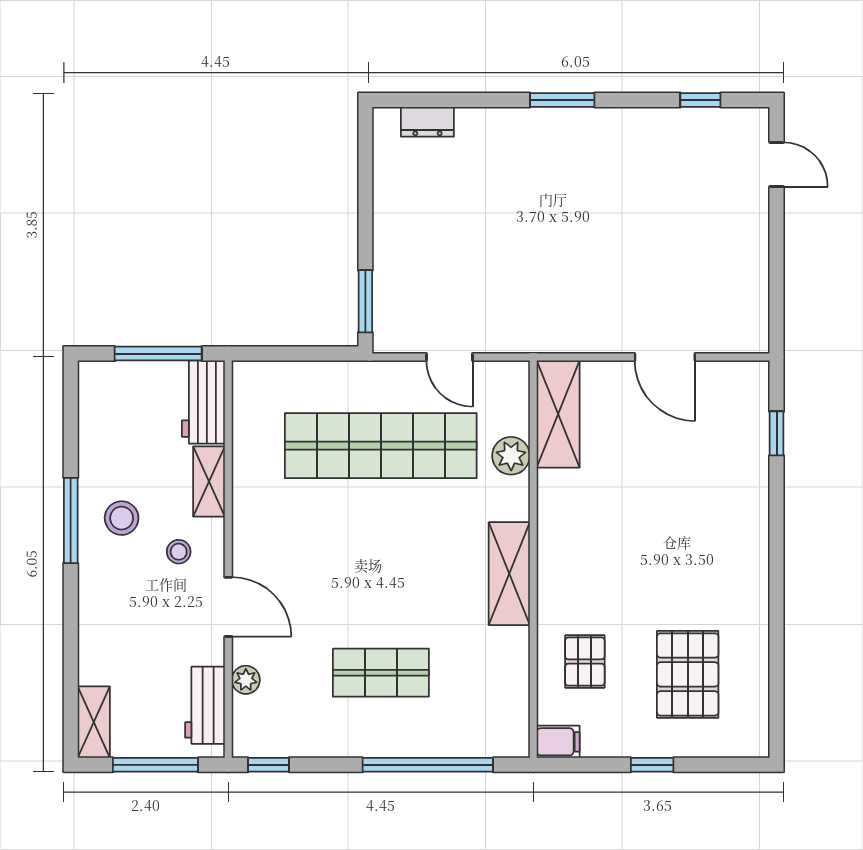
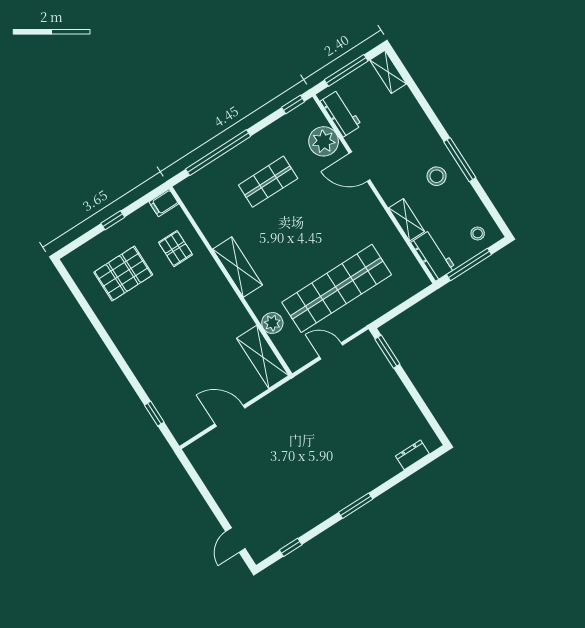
door: (777, 165) -> (235, 540), hinge flipped
stool: (179, 552) -> (478, 233), moved
pallet: (688, 674) -> (123, 274), turned 90
plant: (246, 680) -> (324, 141), width x1.87, depth x1.87

